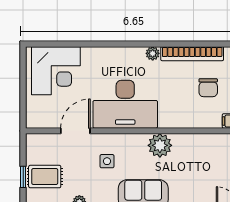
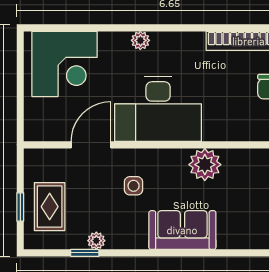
plant: (153, 53) -> (140, 40), moved
rug: (45, 177) -> (50, 207), turned 90

